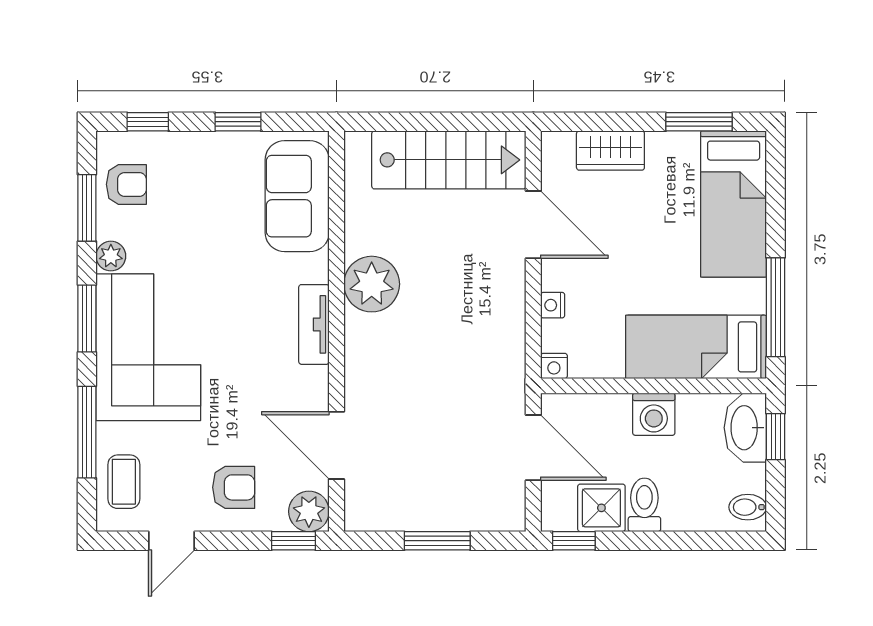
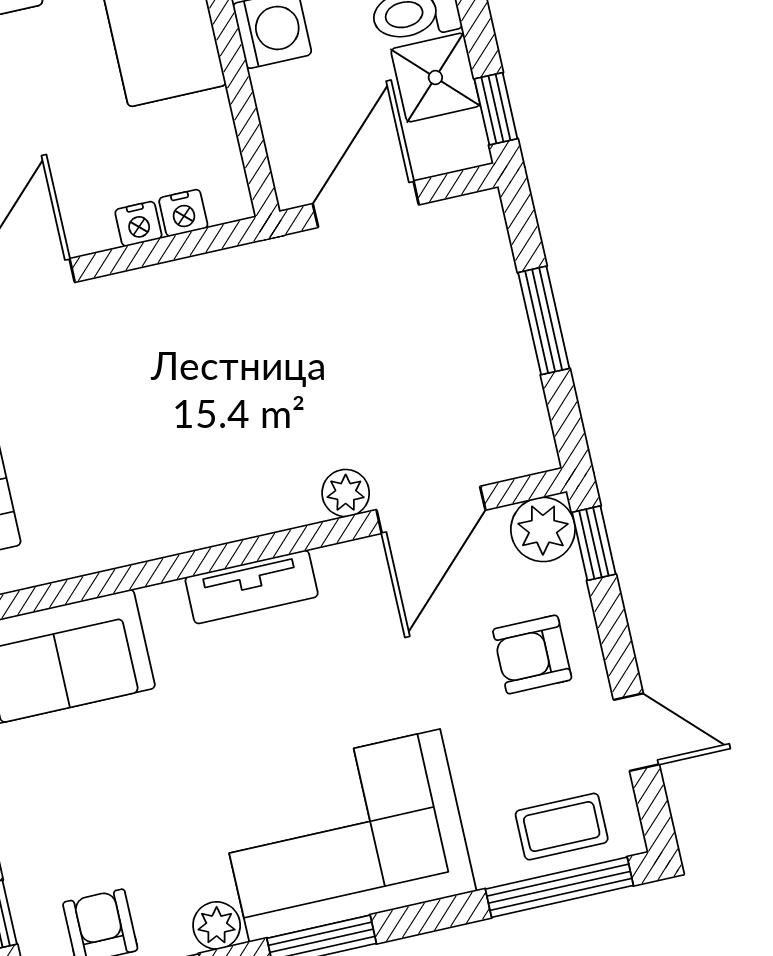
plant: (372, 284) -> (346, 493), moved, width x0.53, depth x0.53
nightstand: (554, 366) -> (183, 213), moved, turned 90
window: (87, 432) -> (559, 887), moved
armchair: (234, 487) -> (532, 654), turned -90

